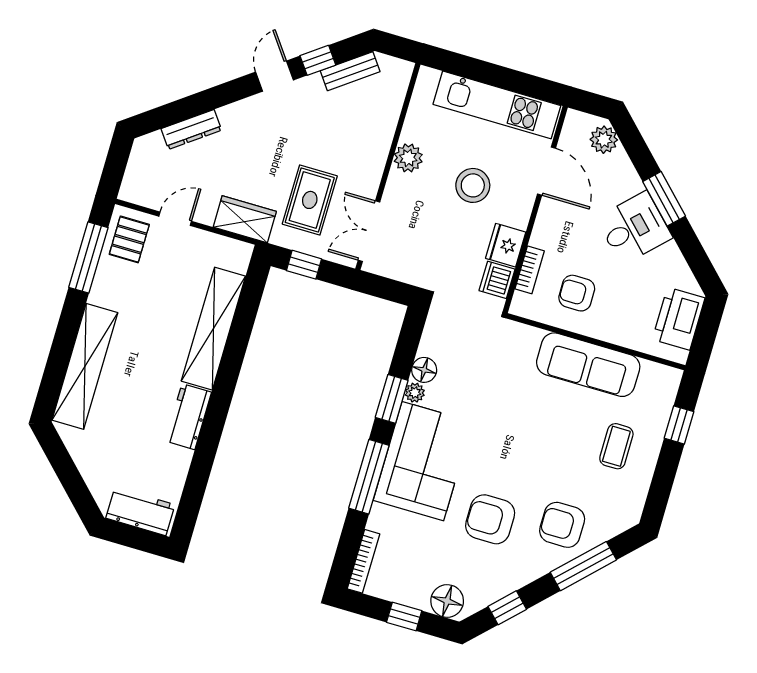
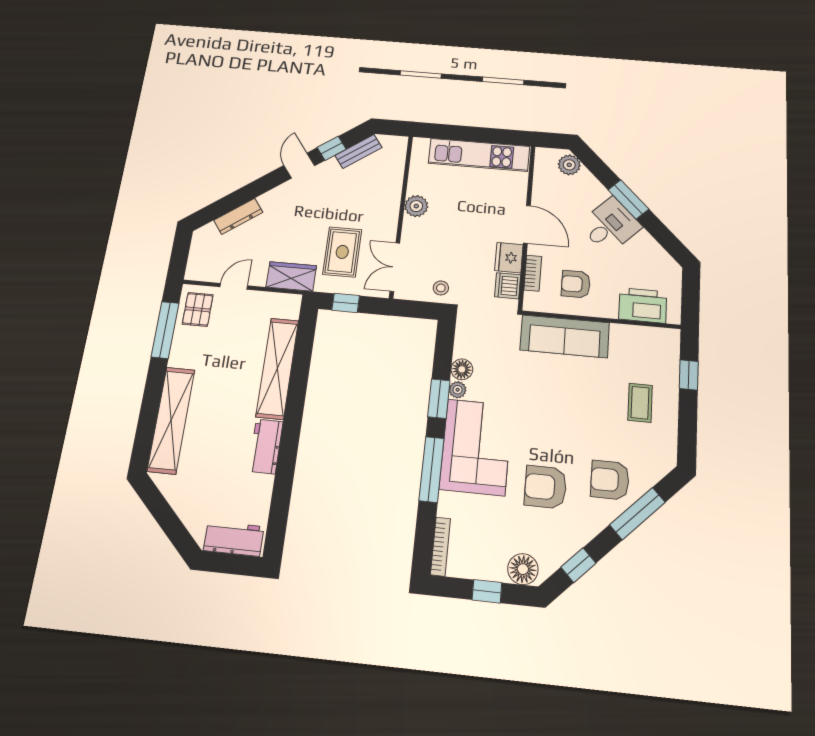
door: (546, 171) -> (527, 224), moved
stool: (473, 185) -> (441, 288), moved, width x0.53, depth x0.53
printer: (679, 319) -> (643, 305), moved, turned 90
sofa: (588, 365) -> (565, 336), moved

